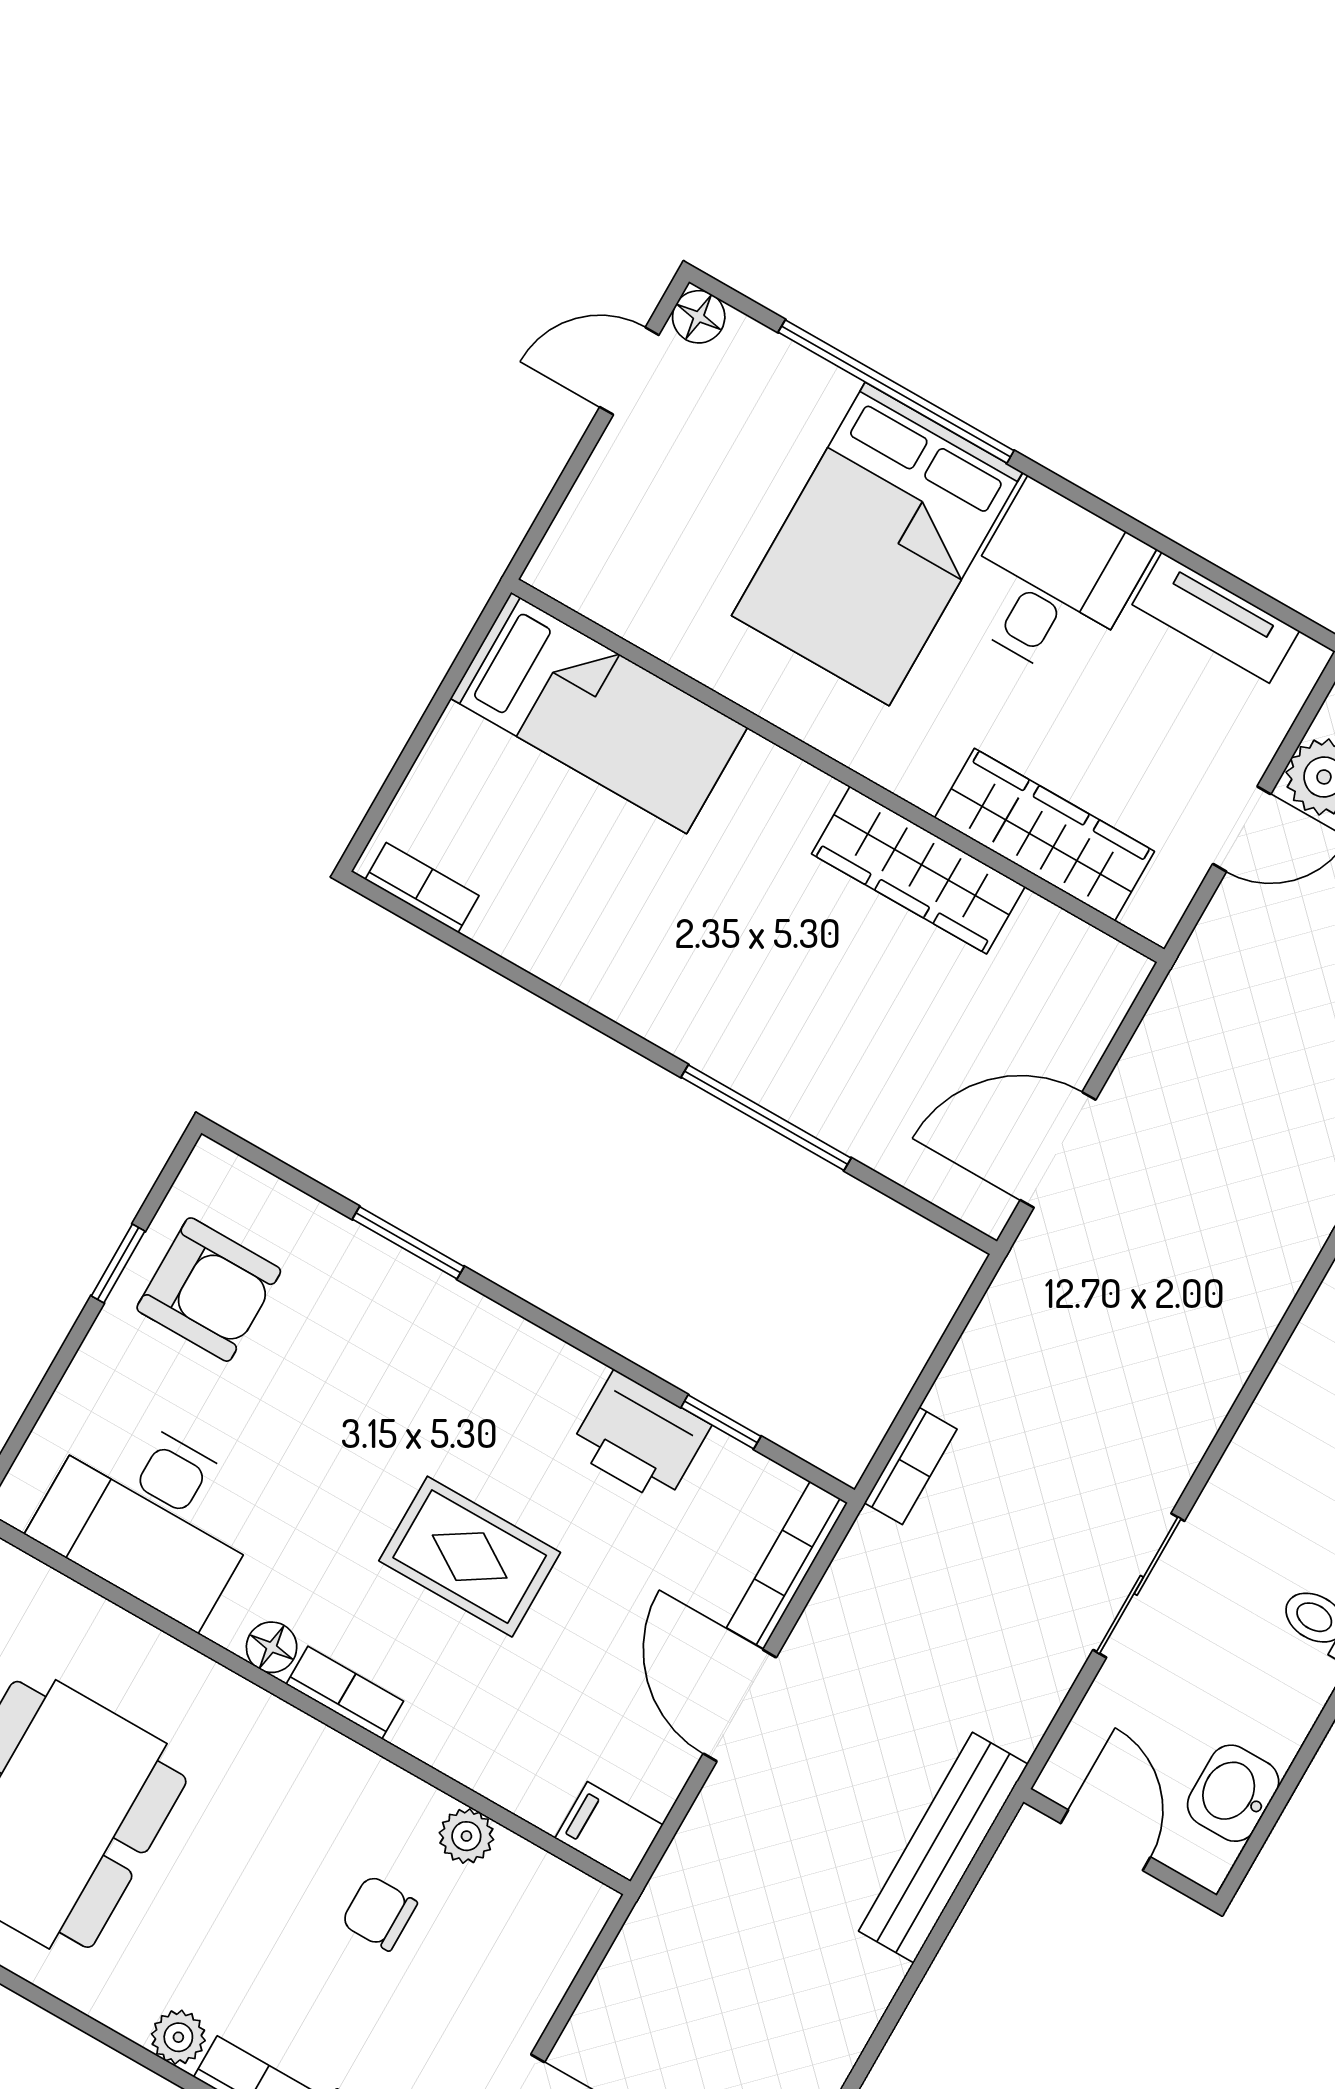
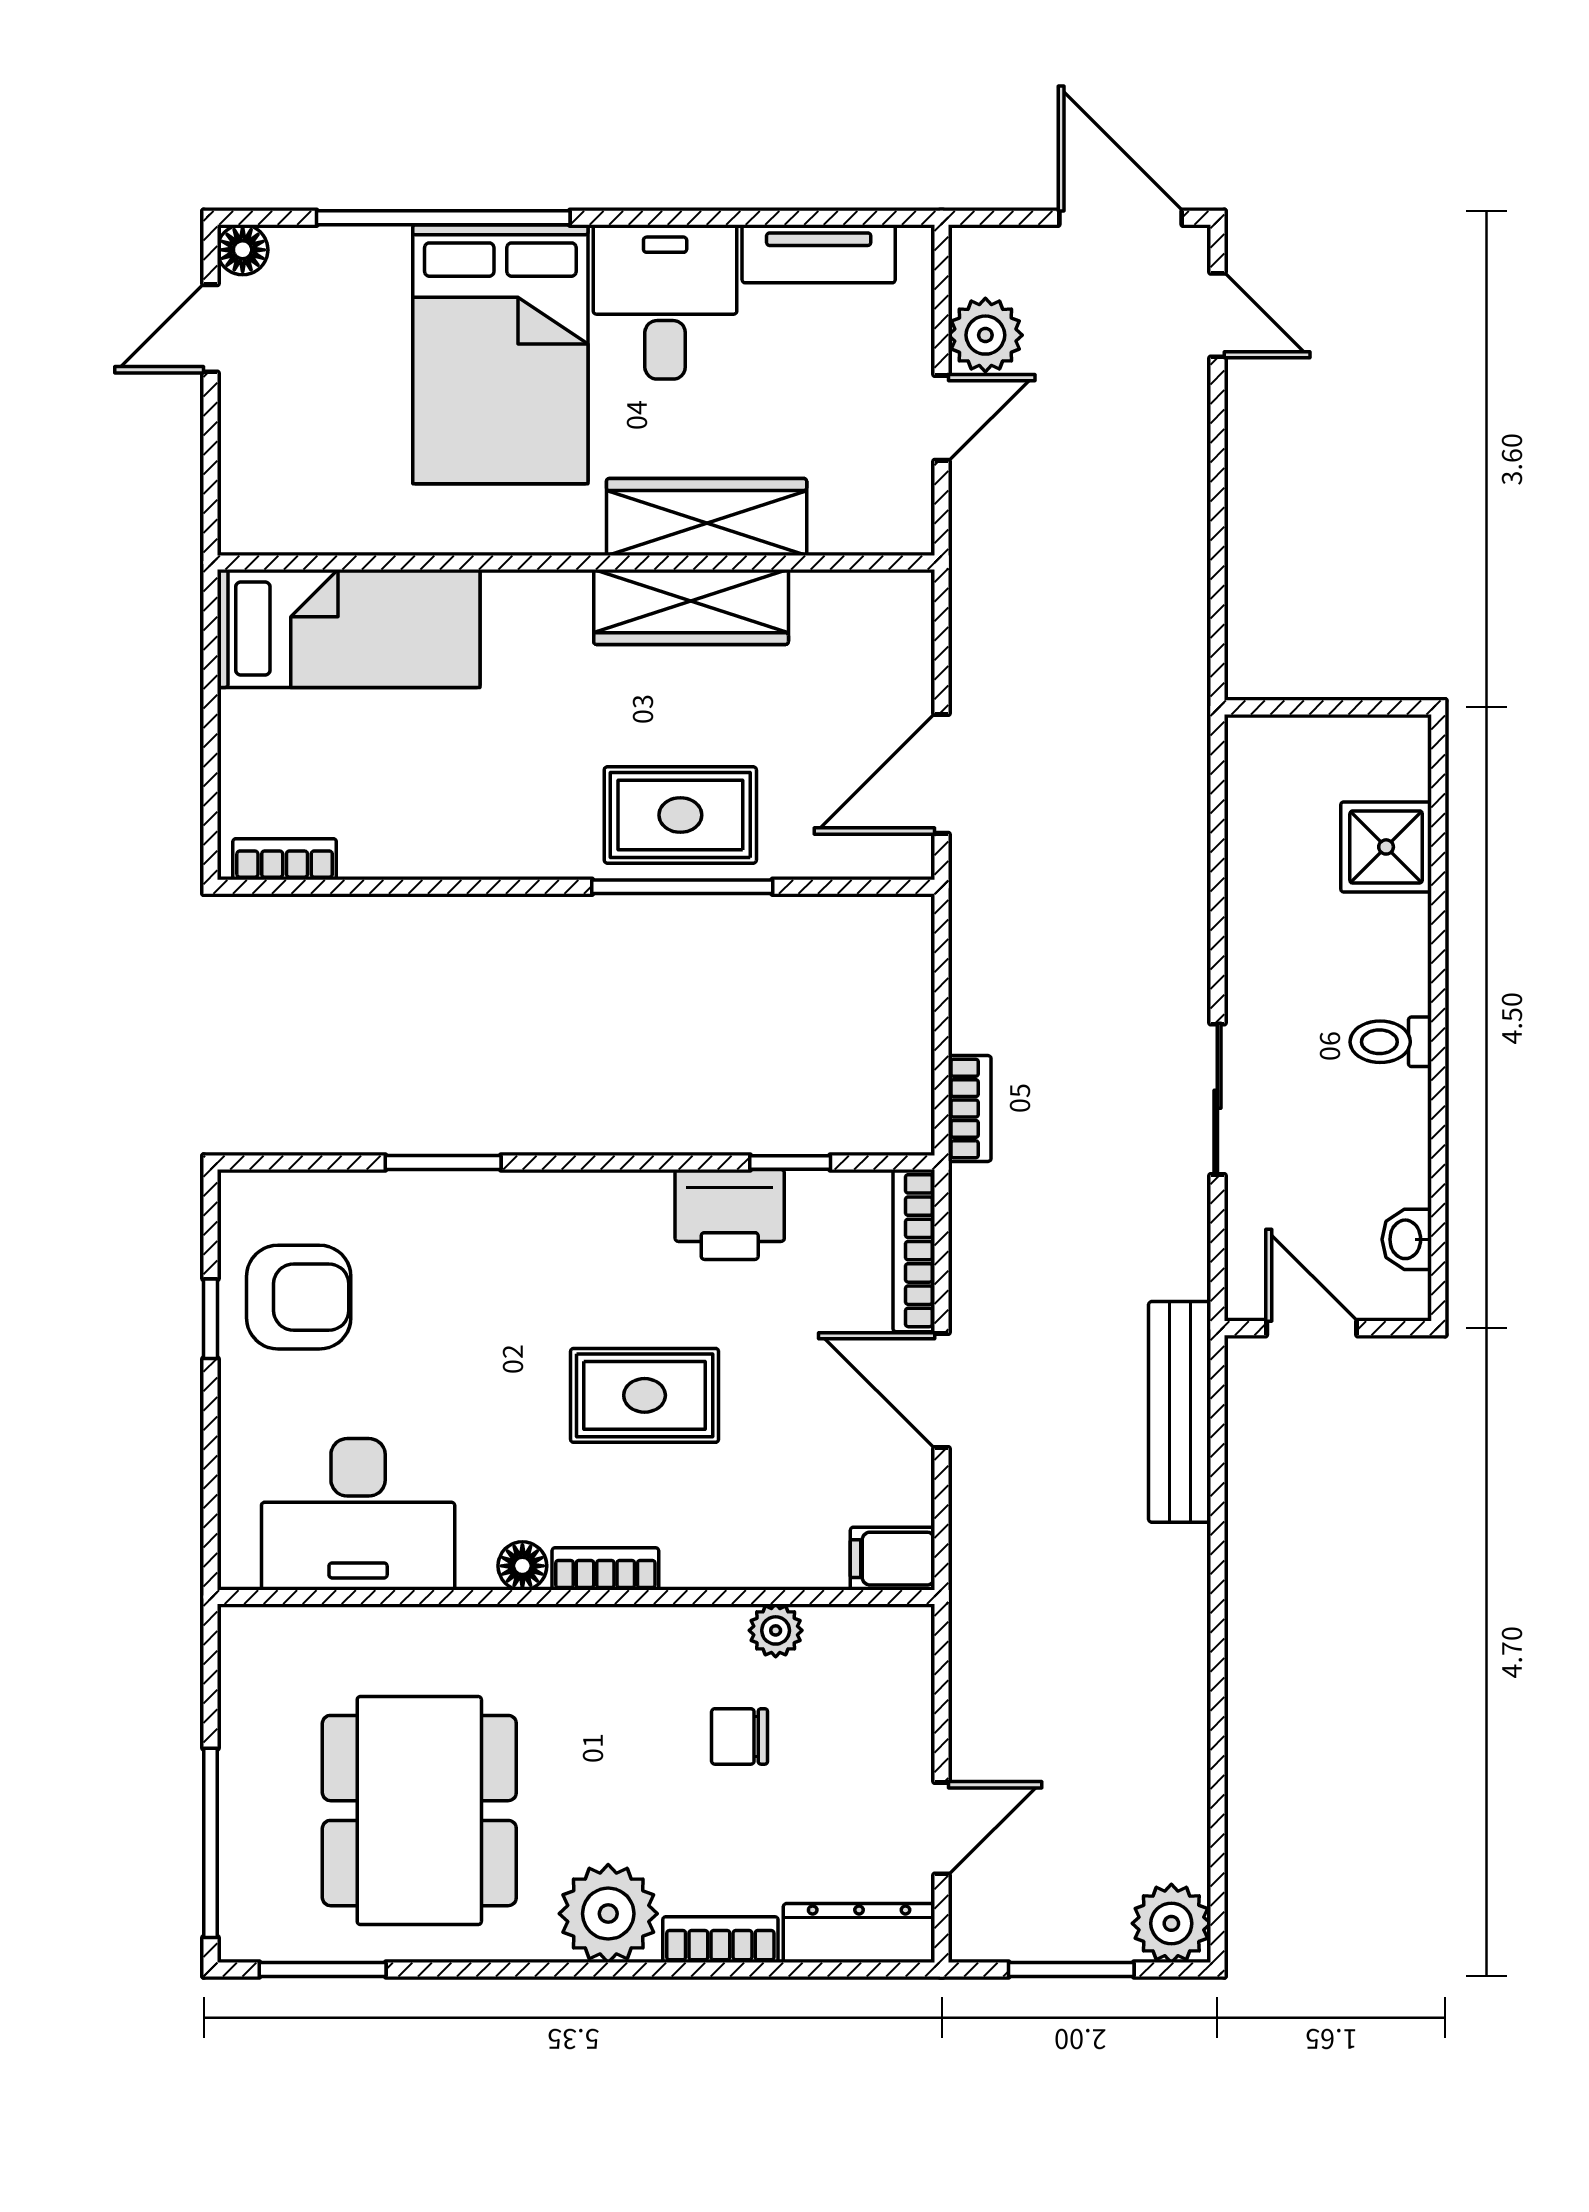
wardrobe: (1044, 835) -> (707, 517), moved
rug: (801, 1052) -> (680, 815), added
washbasin: (1233, 1793) -> (1407, 1239), width x0.72, depth x0.69
plant: (178, 2037) -> (608, 1914), width x1.87, depth x1.87

